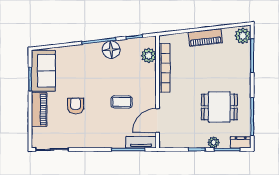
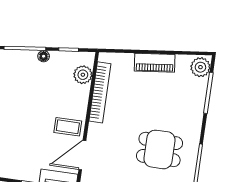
floor lamp: (111, 50) -> (44, 56), width x0.53, depth x0.53
coffee table: (122, 102) -> (68, 127), moved

